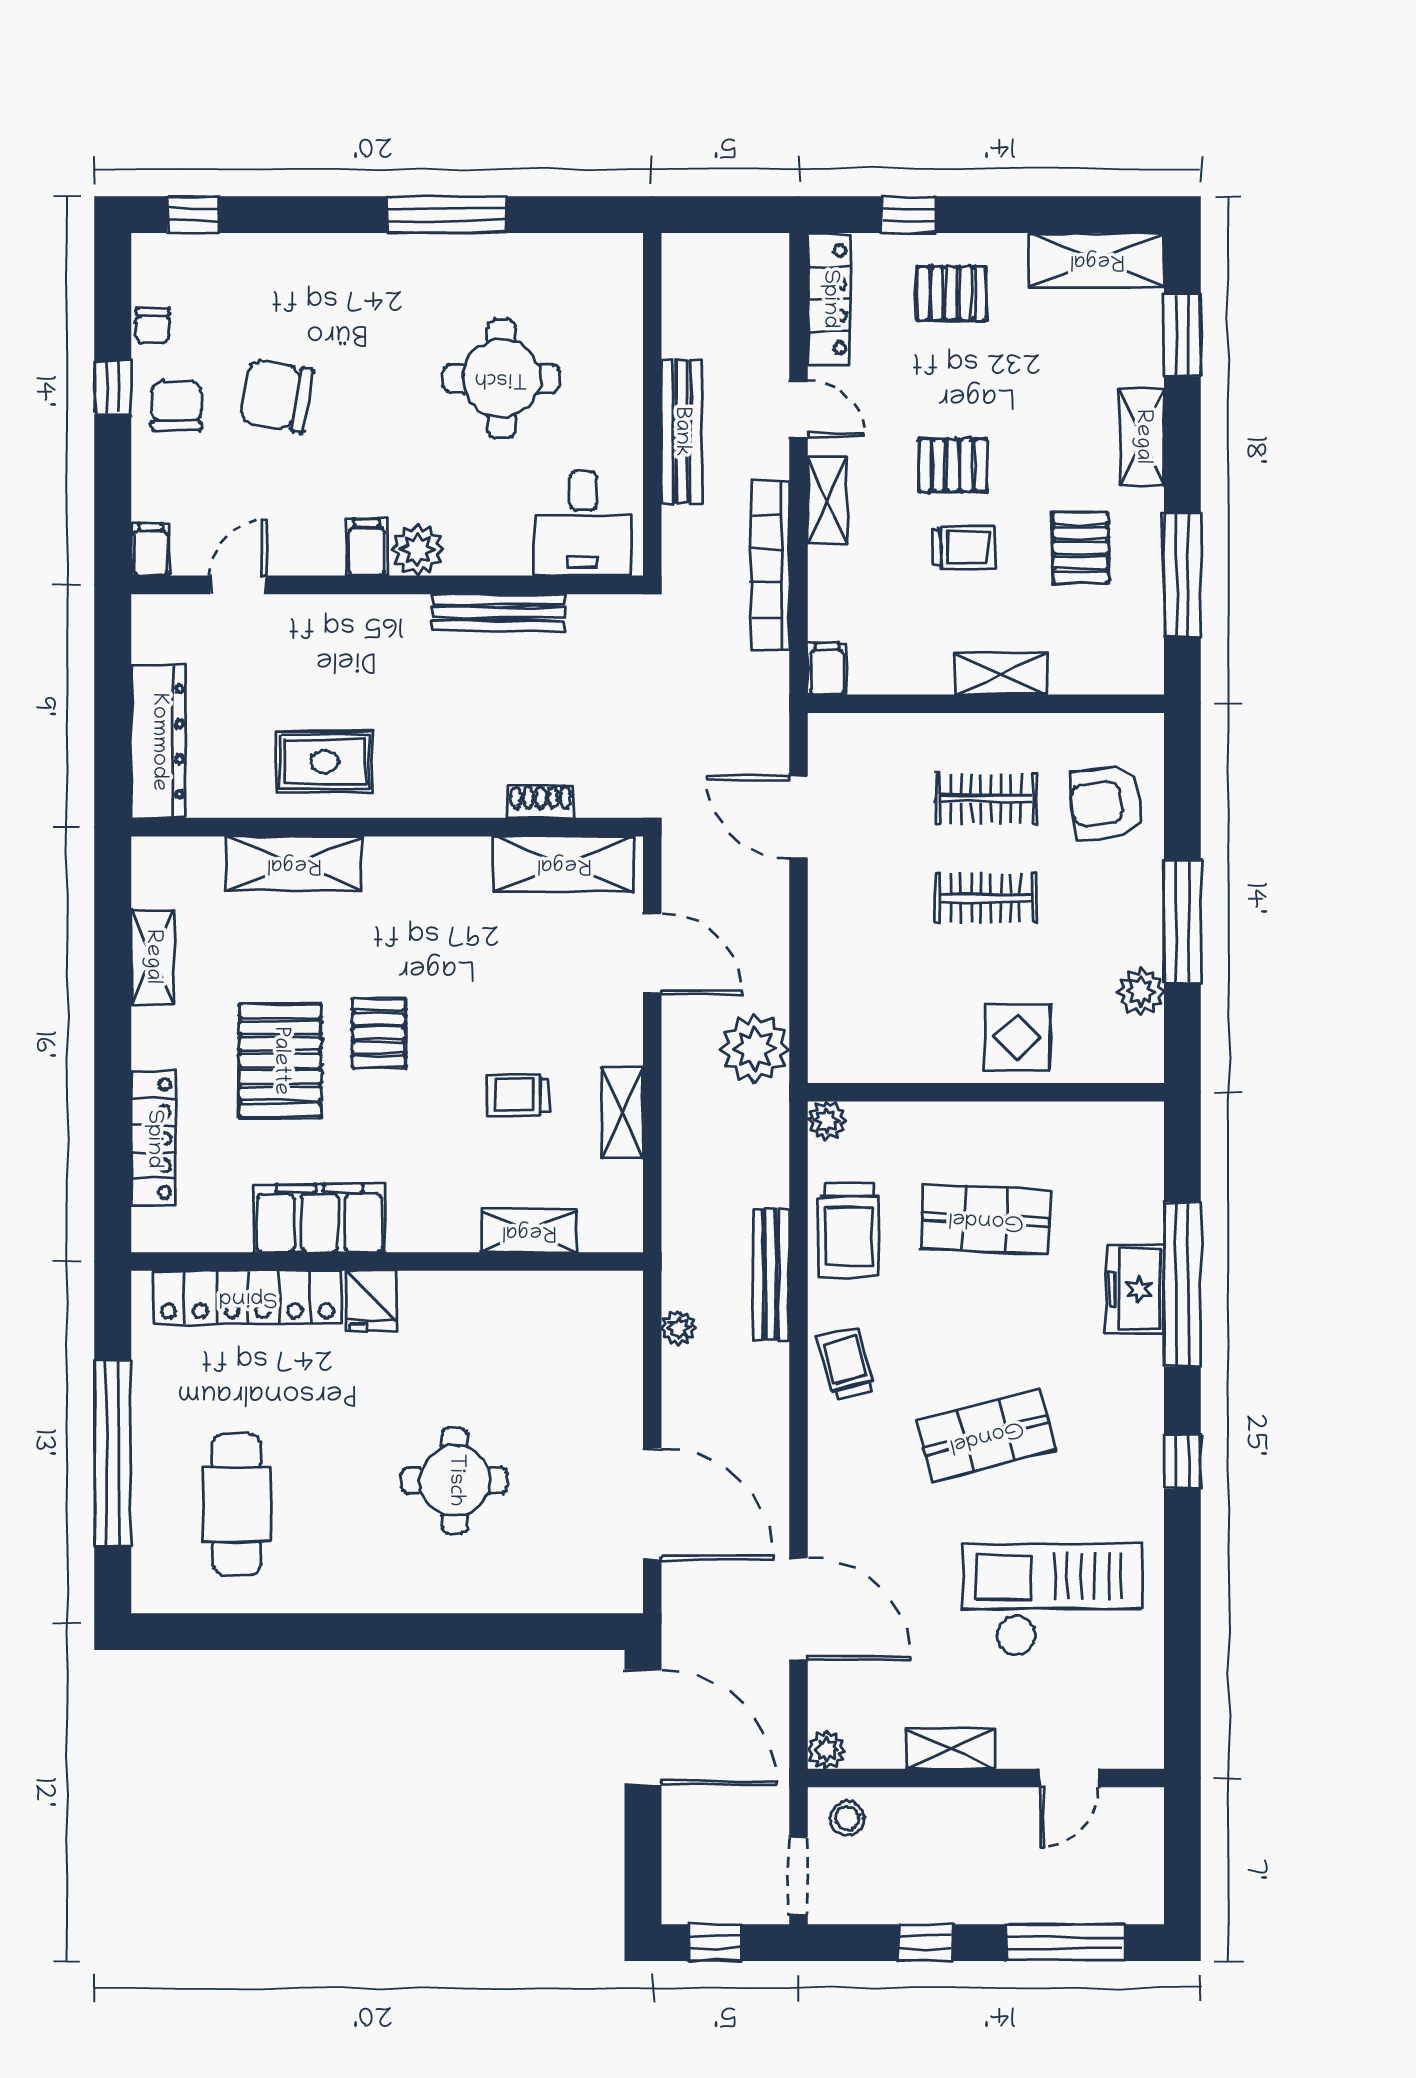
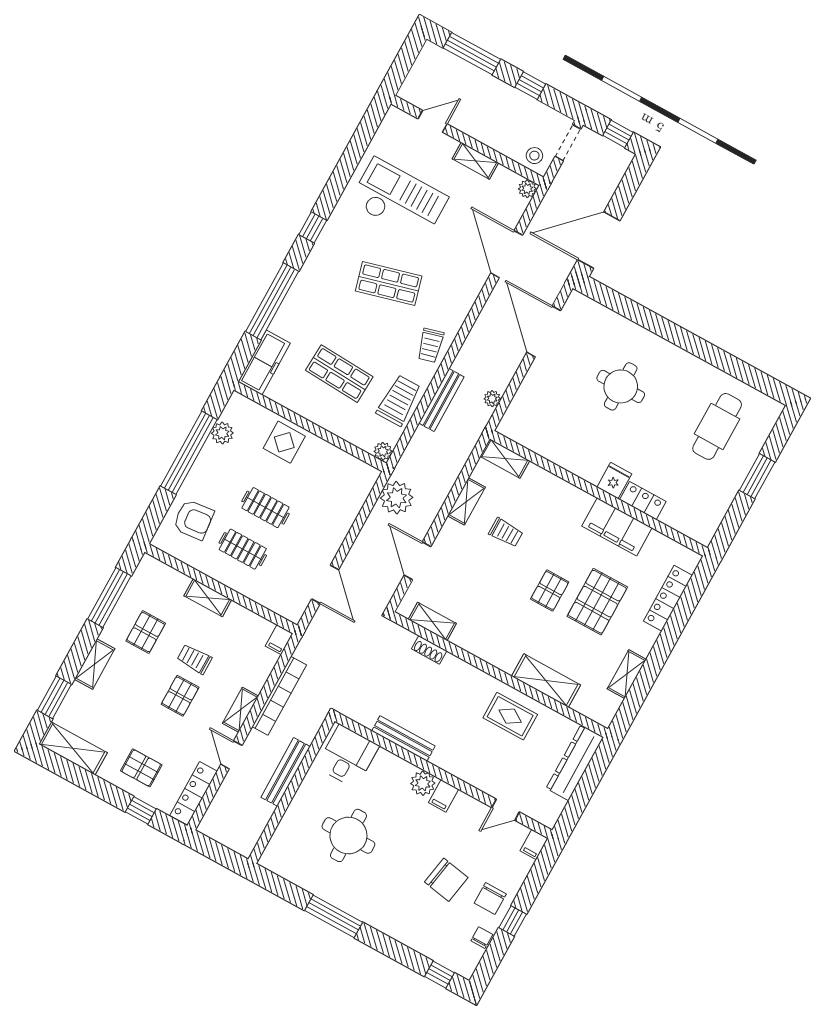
pallet: (953, 465) -> (180, 696), turned 90
shelving: (564, 864) -> (432, 621), width x0.67, depth x0.75
window: (1182, 921) -> (189, 453), width x1.46
shelving: (529, 1231) -> (505, 458), moved
freezer: (1135, 1289) -> (264, 363), moved, width x1.40
locker: (248, 1297) -> (643, 501), width x0.46, depth x0.83
window: (113, 1453) -> (757, 476), width x0.47
checkout: (1052, 1600) -> (399, 200), turned 180
door: (643, 1727) -> (599, 240), hinge flipped

